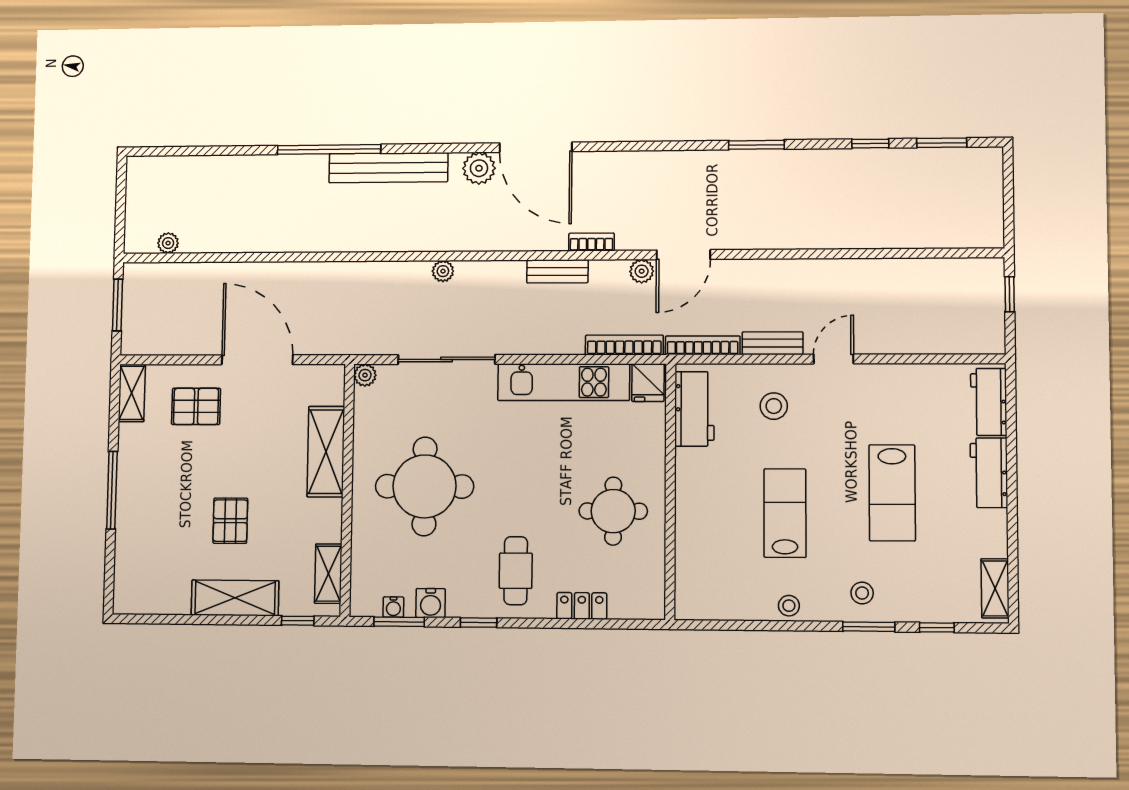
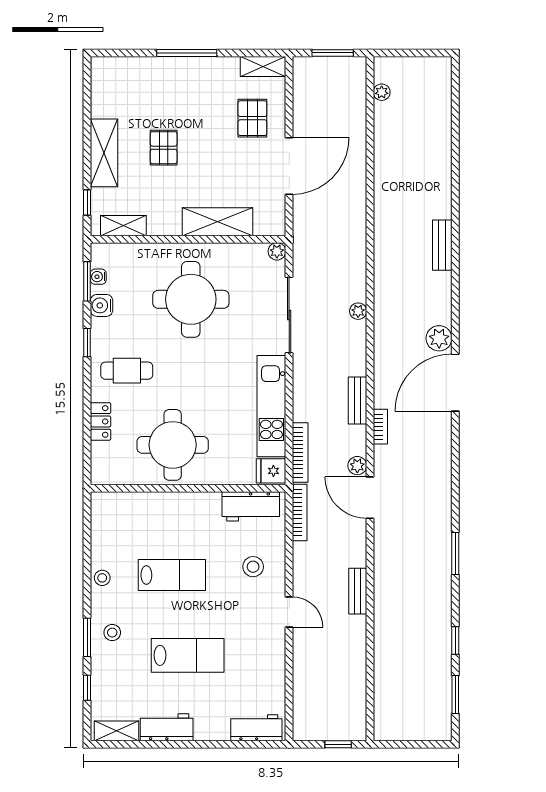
window: (329, 149) -> (455, 219), removed
bench: (388, 168) -> (442, 245), width x0.54, depth x0.82
bench: (773, 343) -> (358, 591), moved
workbench: (989, 473) -> (167, 727), moved
lab bench: (892, 493) -> (188, 655), turned 180
round table: (613, 511) -> (173, 445), width x1.36, depth x1.36
pallet: (230, 521) -> (164, 148), turned 90

